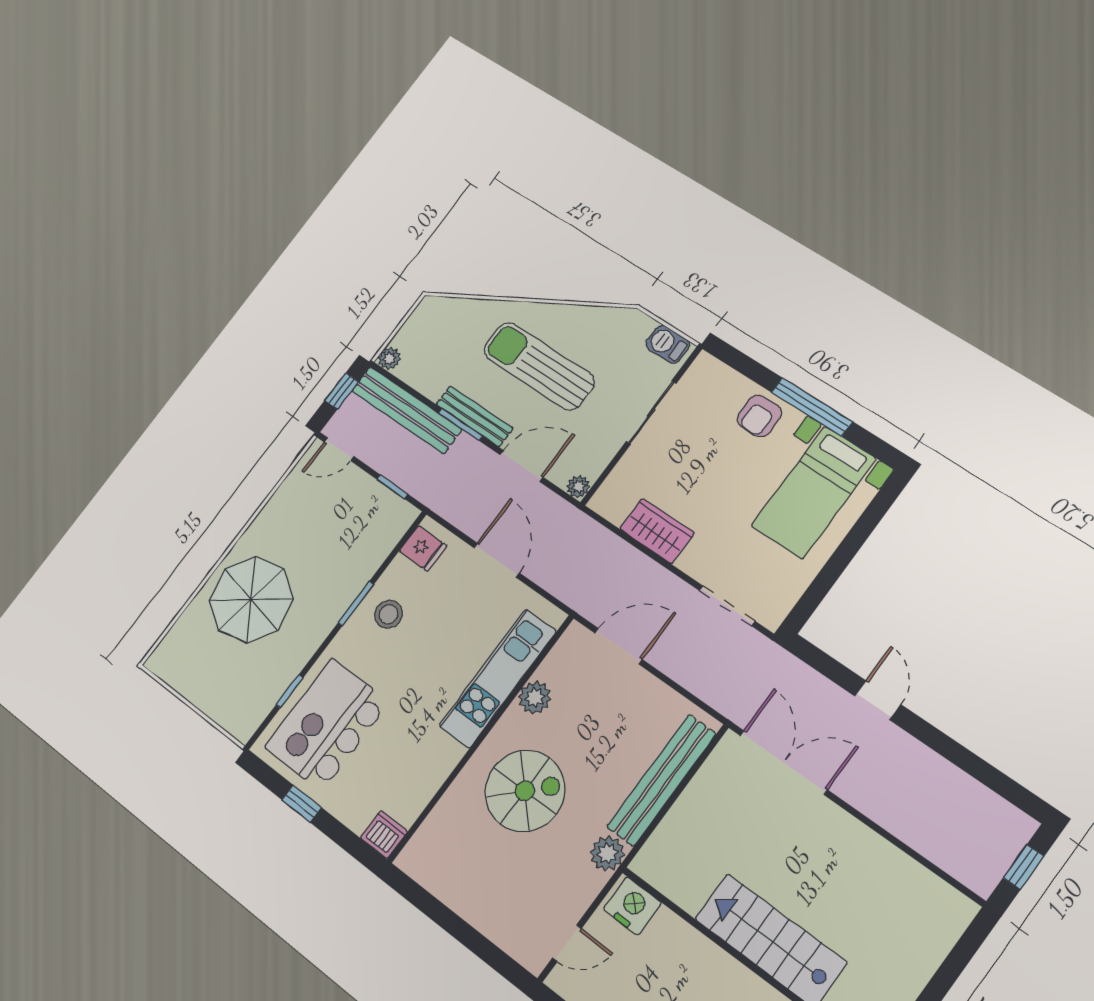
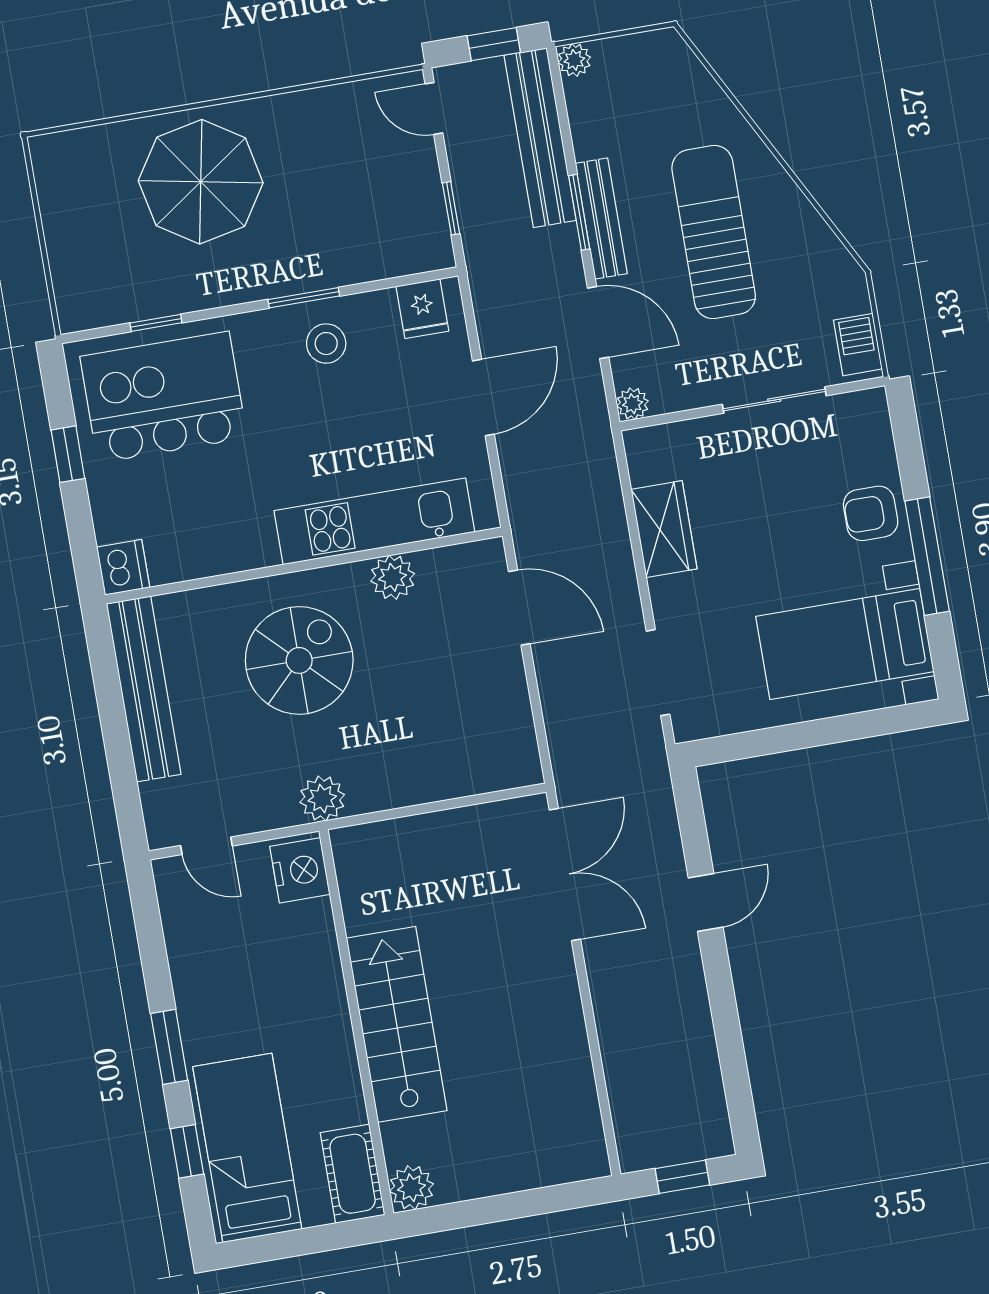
bench: (661, 780) -> (144, 689), moved, turned 90
spiral stairs: (525, 791) -> (299, 660), turned -90

